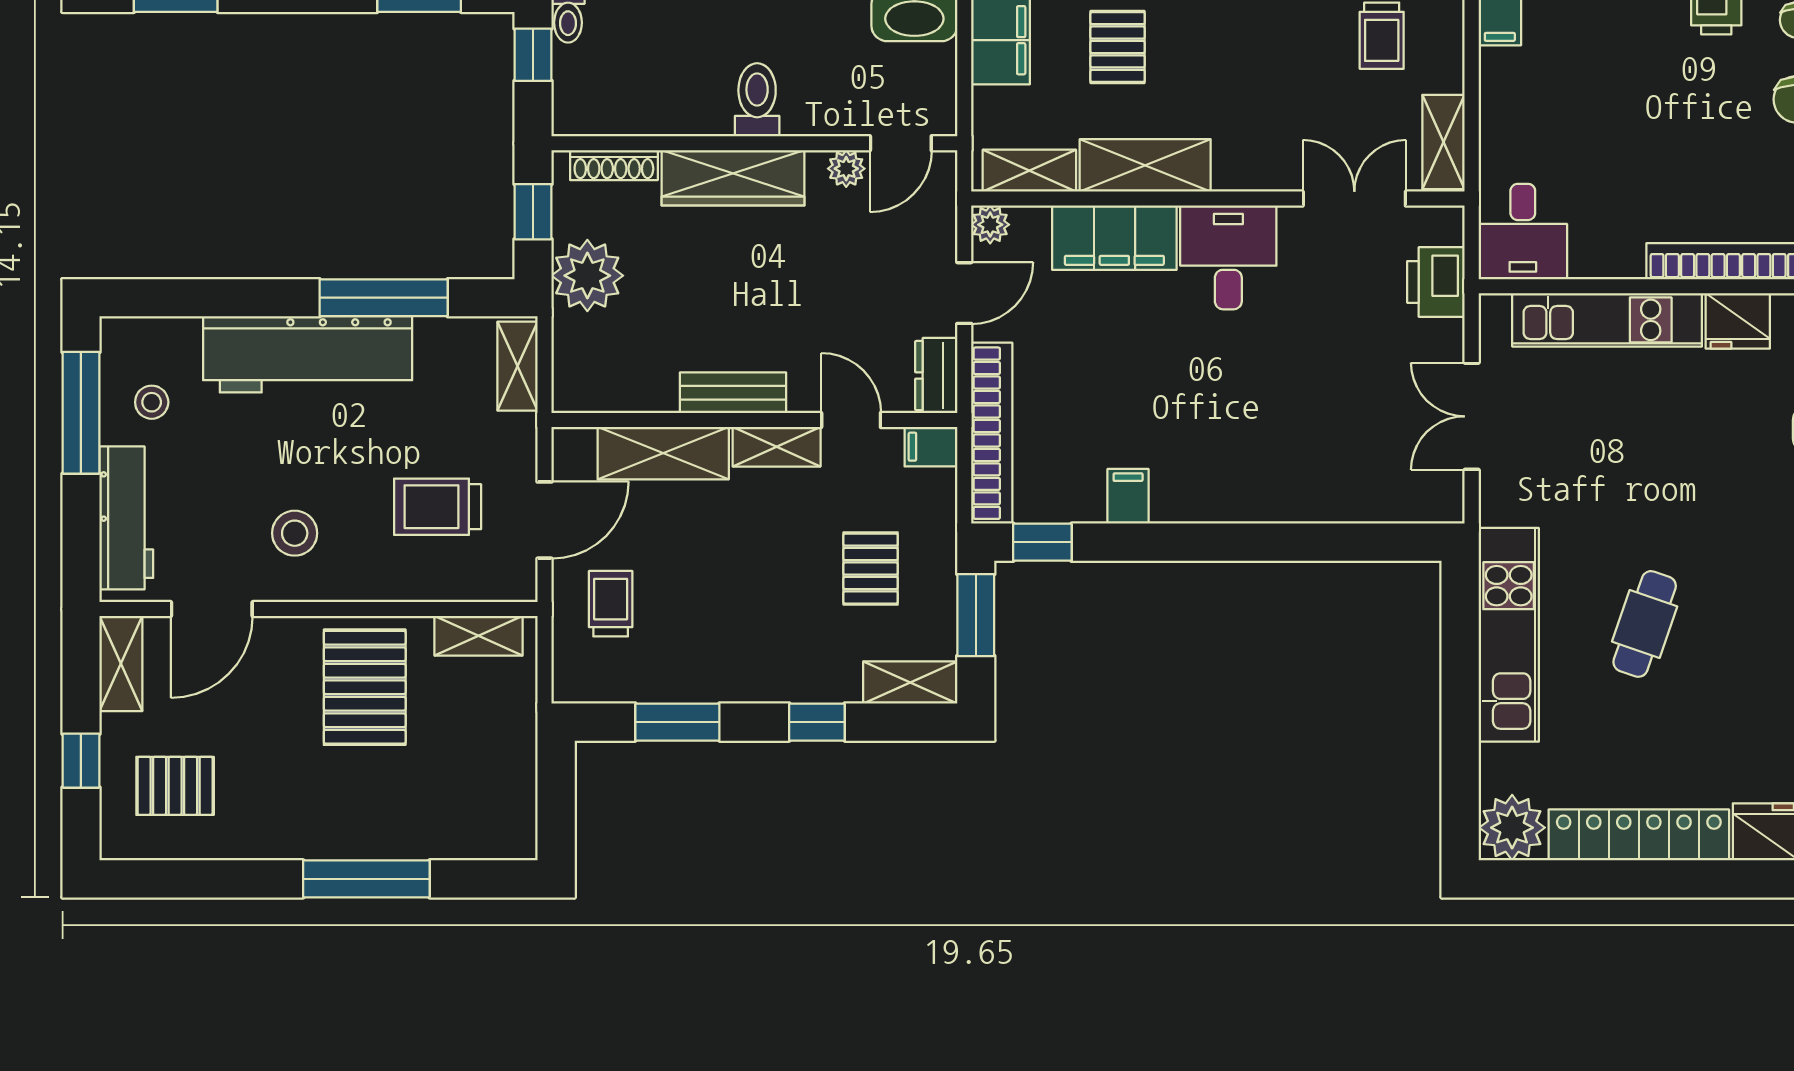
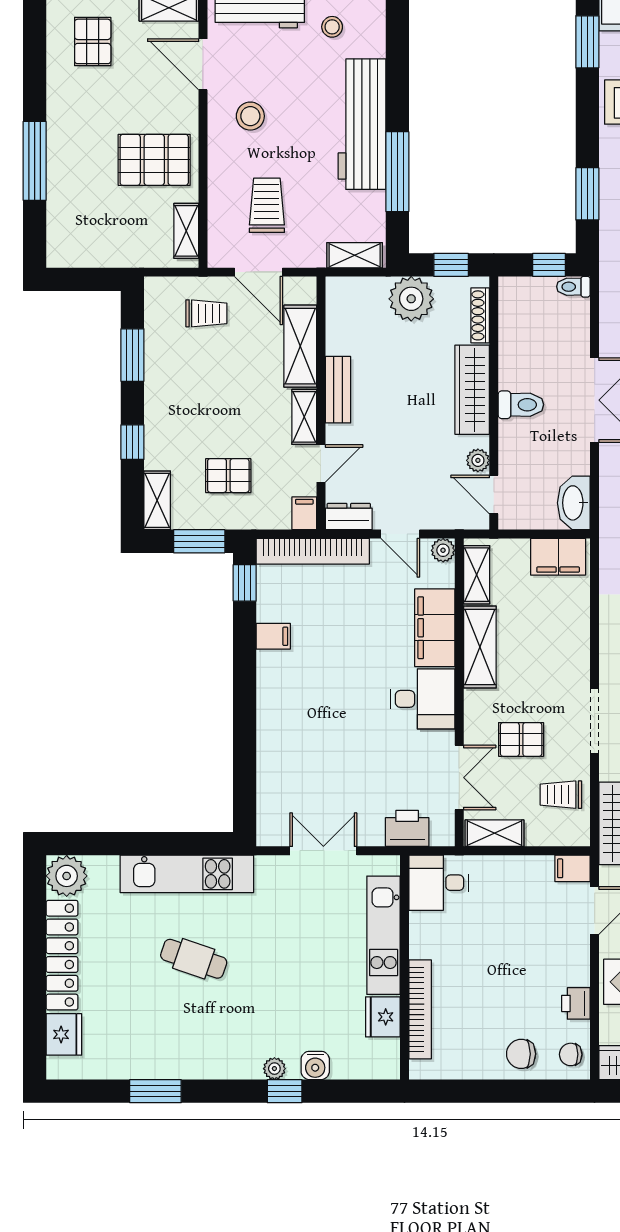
pallet: (1118, 47) -> (521, 739), moved

